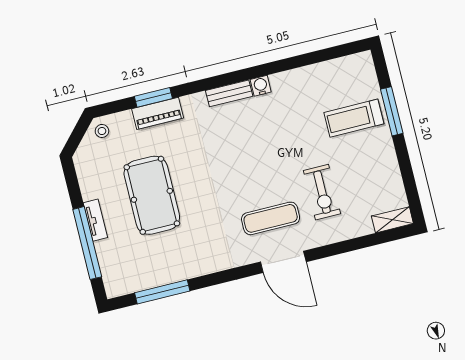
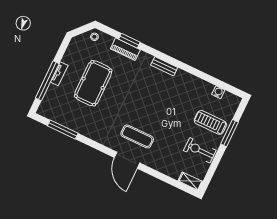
water cooler: (261, 86) -> (218, 92), moved
exercise bike: (322, 192) -> (200, 150), moved, turned 90

